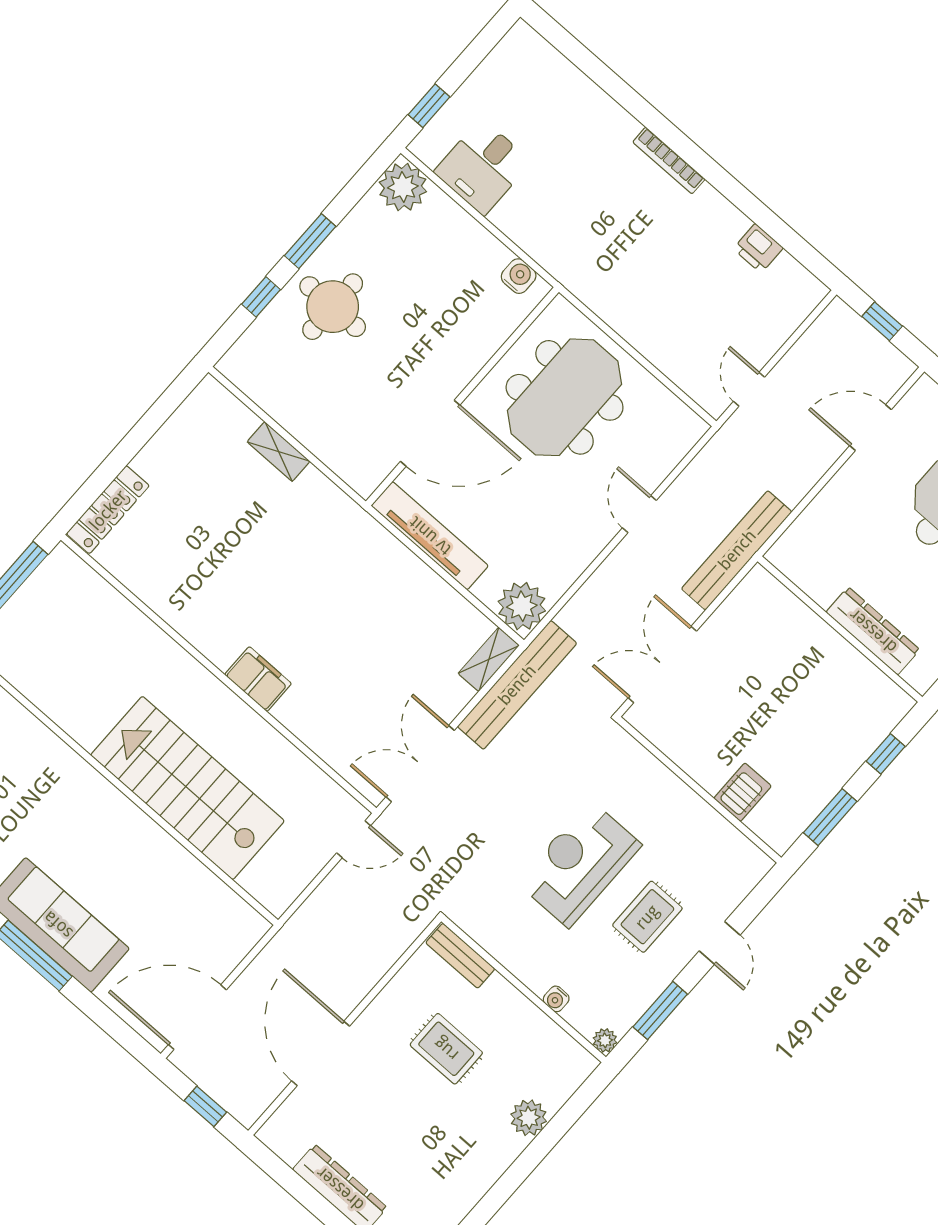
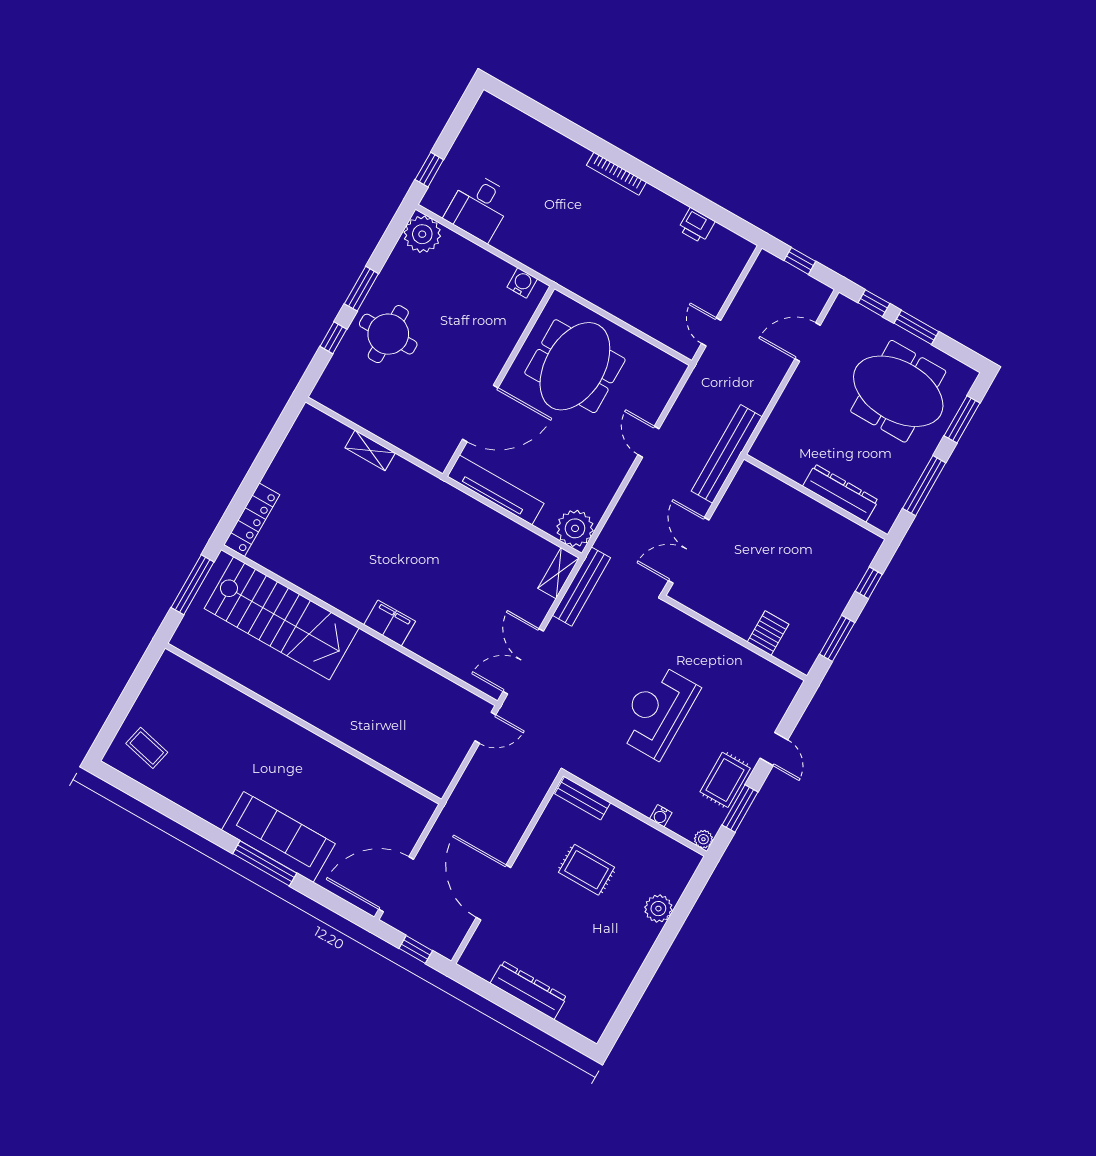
bench: (517, 685) -> (581, 587), width x0.73, depth x0.82
stairs: (187, 788) -> (282, 618), moved, turned 180
rug: (647, 917) -> (725, 780), moved

